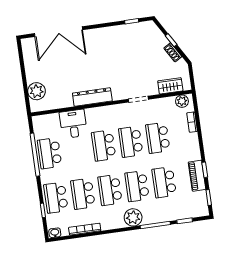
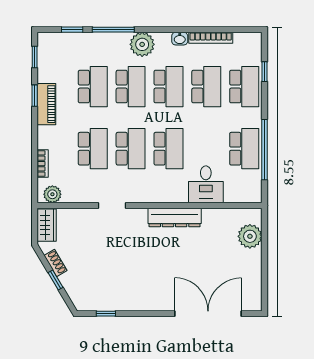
wardrobe: (170, 86) -> (47, 225), moved, turned -90
piano: (197, 176) -> (46, 104), moved
washbasin: (55, 233) -> (180, 39), moved

